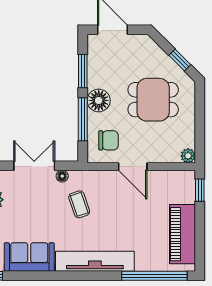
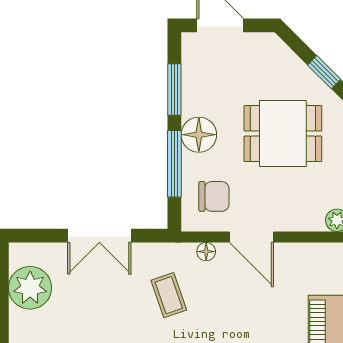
double door: (34, 166) -> (99, 236), swing flipped
floor lamp: (62, 176) -> (206, 252), moved

